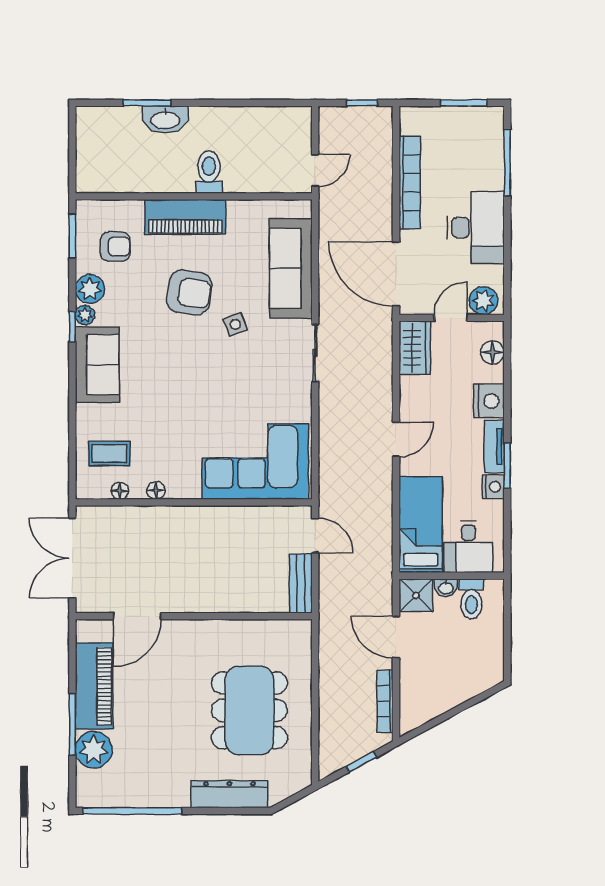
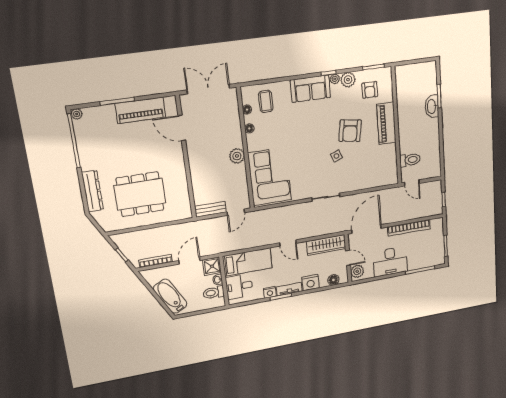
toilet: (209, 172) -> (410, 160), moved
sofa: (291, 268) -> (365, 179), removed
wardrobe: (415, 348) -> (326, 245), width x1.50
plant: (205, 520) -> (237, 156), added
bathtub: (462, 684) -> (170, 296), added
plant: (94, 750) -> (77, 114), moved, width x0.53, depth x0.53

